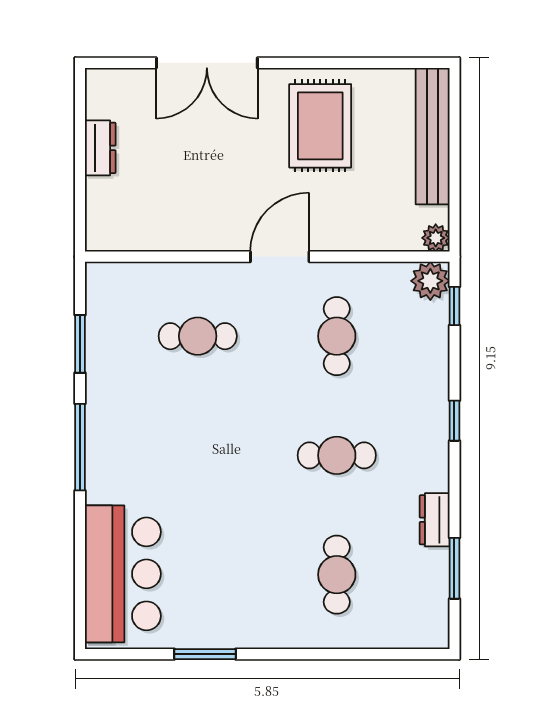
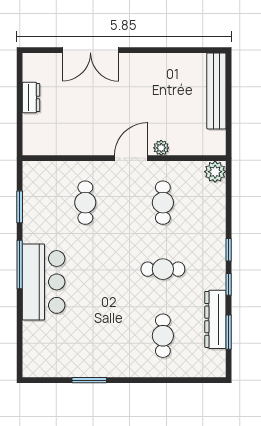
rug: (320, 126) -> (154, 85), removed
plant: (436, 238) -> (161, 148), moved
window: (454, 306) -> (229, 284), moved
cafe table: (198, 336) -> (85, 203), turned 90
dresser: (435, 520) -> (215, 319), width x1.96, depth x1.24
bar counter: (123, 574) -> (44, 282), moved

